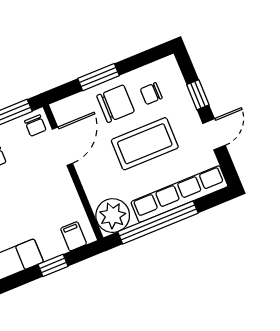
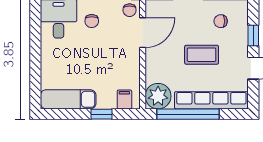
chair: (116, 104) -> (192, 18), removed
coffee table: (145, 144) -> (202, 55), width x0.73, depth x0.76

